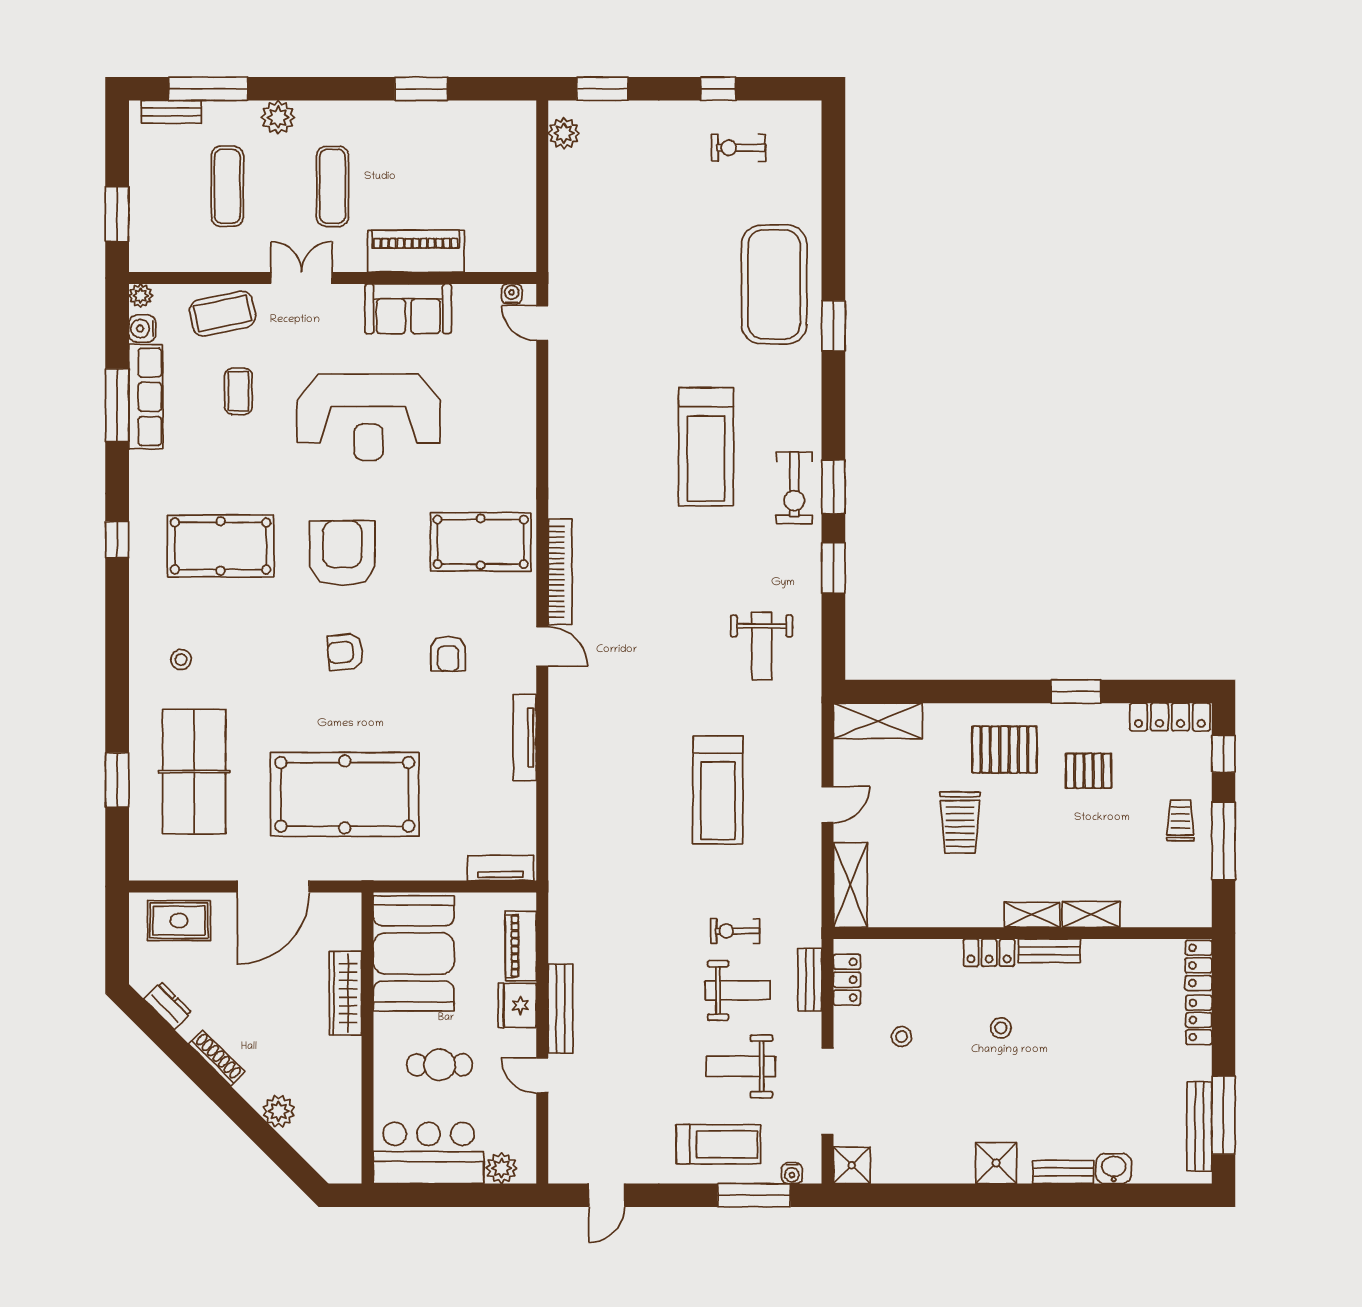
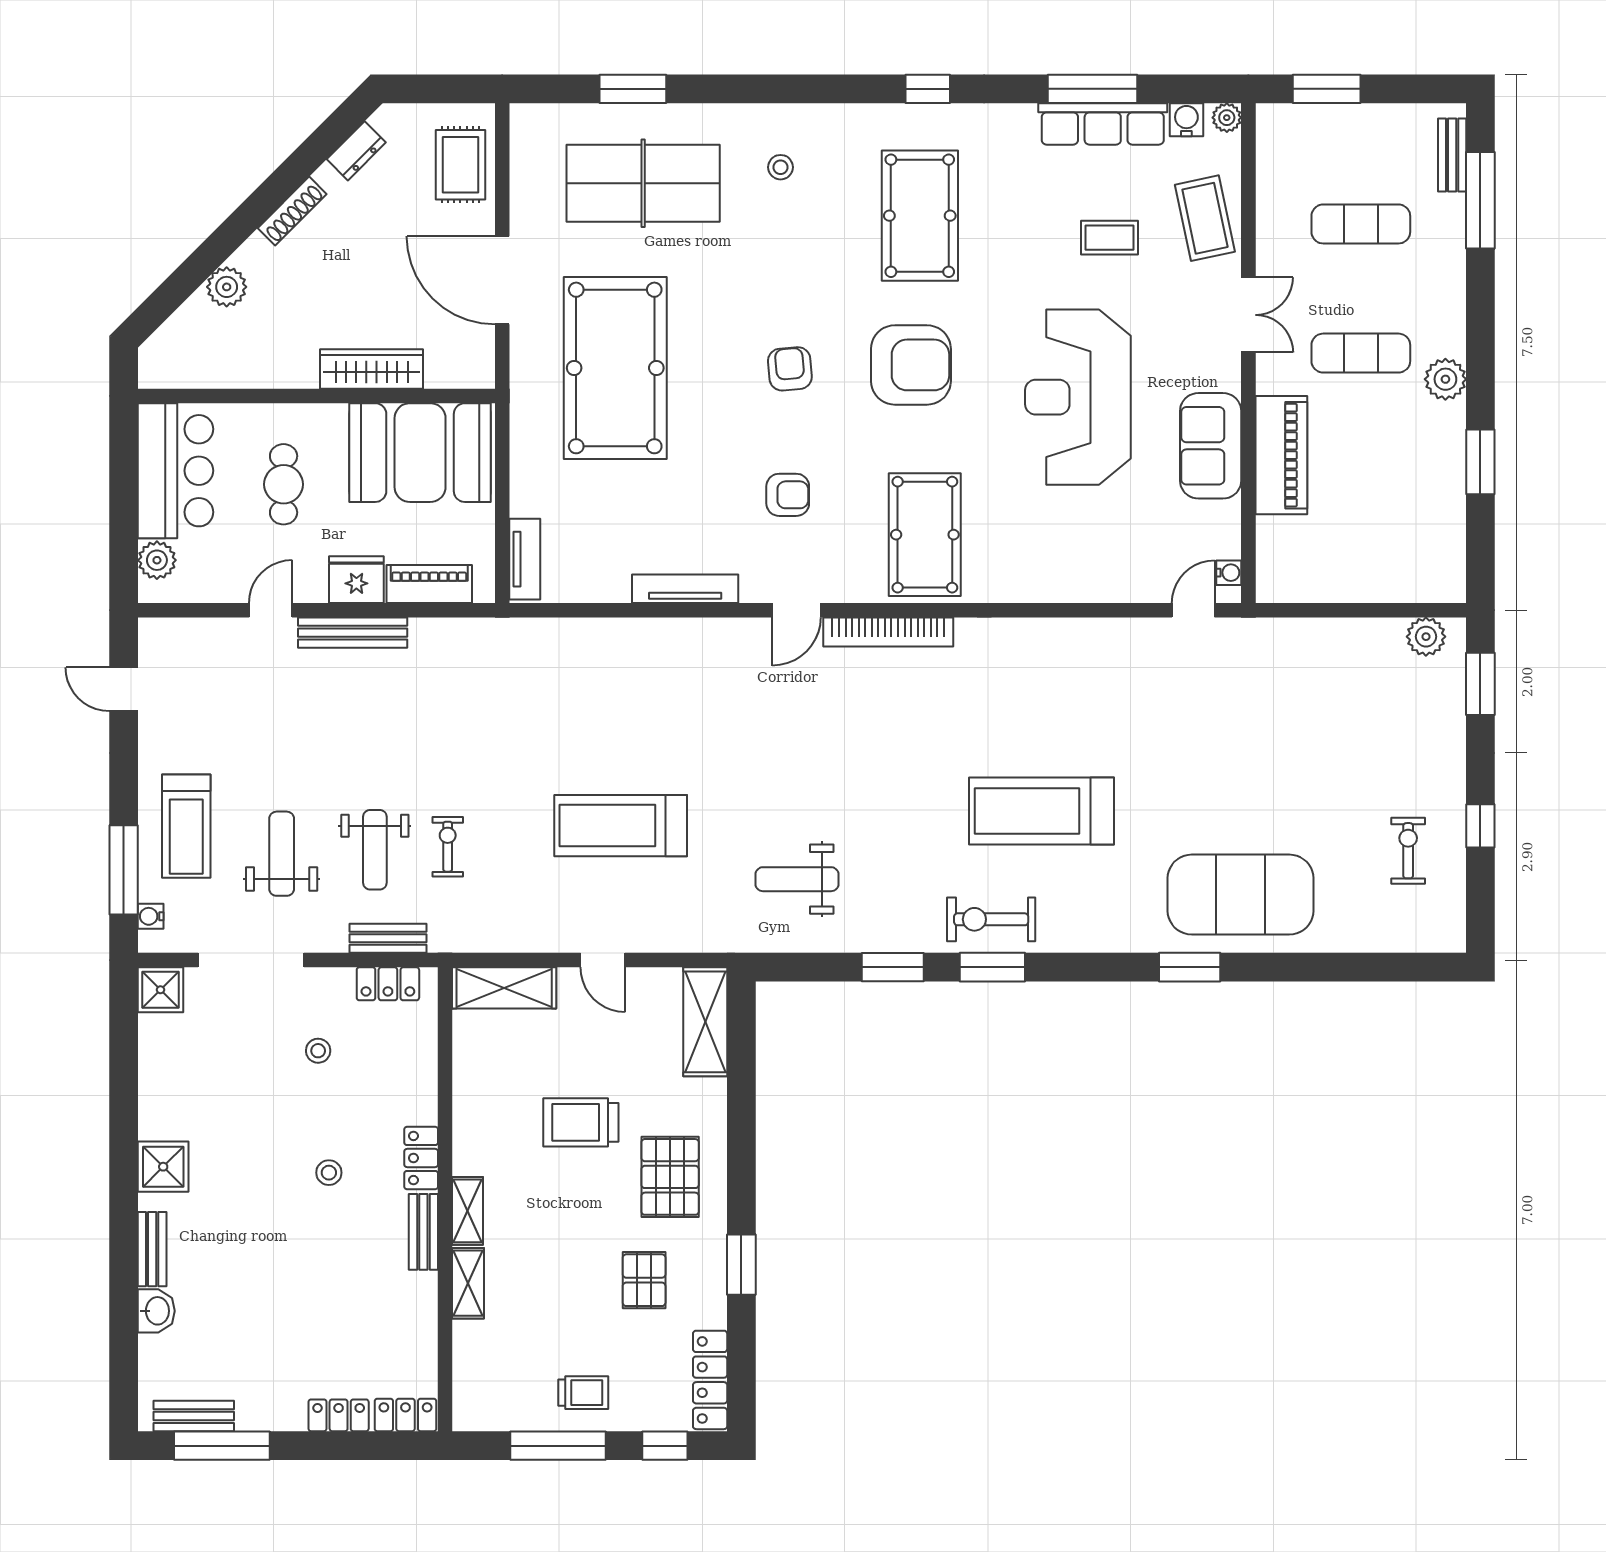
plant: (278, 117) -> (1445, 379), moved
armchair: (448, 654) -> (788, 495), turned 180
bench: (1199, 1126) -> (194, 1416), width x0.73

